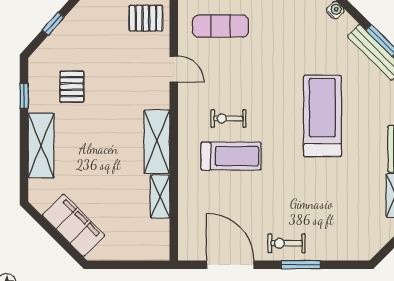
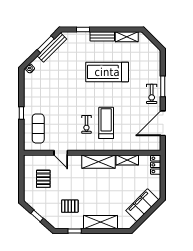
pallet: (146, 18) -> (43, 179), moved
door: (174, 69) -> (61, 153), swing flipped
treadmill: (322, 116) -> (107, 72), moved
locker: (151, 251) -> (156, 165), added

